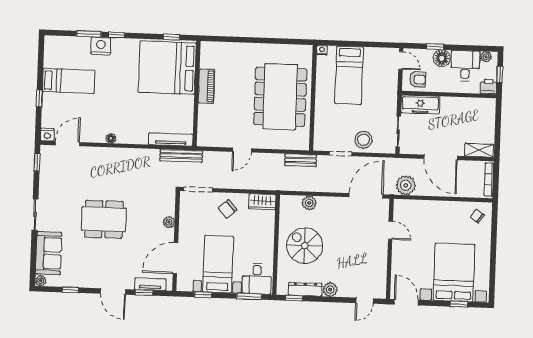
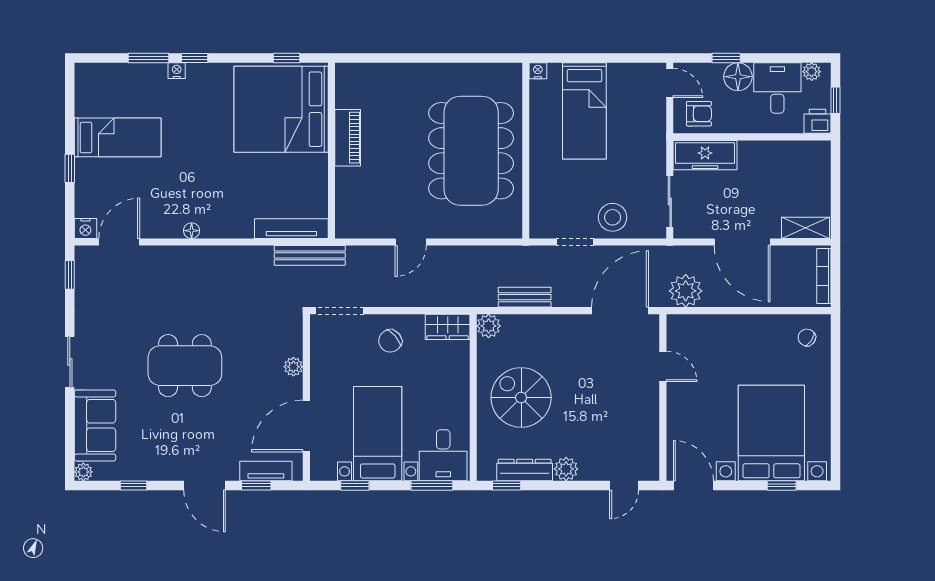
nightstand: (101, 46) -> (177, 71), width x0.53, depth x0.56
bench: (301, 160) -> (525, 297), moved
plant: (309, 203) -> (489, 326), moved

